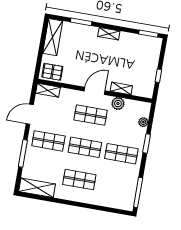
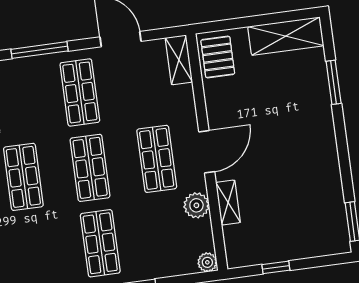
shelving: (109, 34) -> (328, 144), removed
door: (95, 91) -> (207, 152), hinge flipped
plant: (143, 122) -> (207, 262), moved

